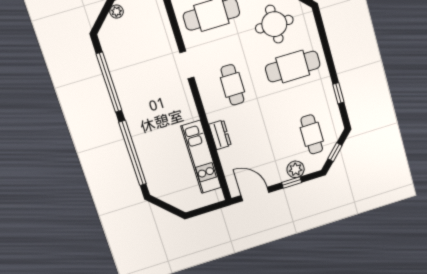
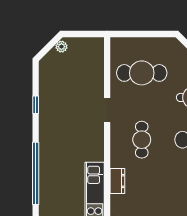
window: (109, 82) -> (36, 105), width x0.32

